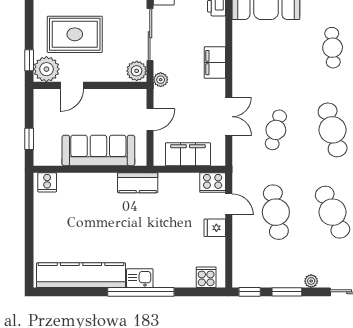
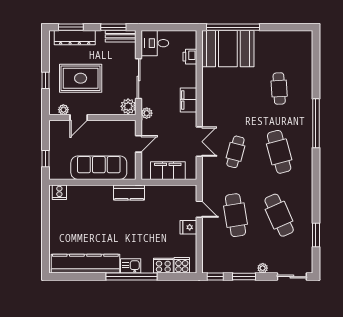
window: (29, 60) -> (46, 80), moved
plant: (46, 69) -> (63, 110), width x0.53, depth x0.53
cooker: (213, 183) -> (163, 266), moved, turned 180

